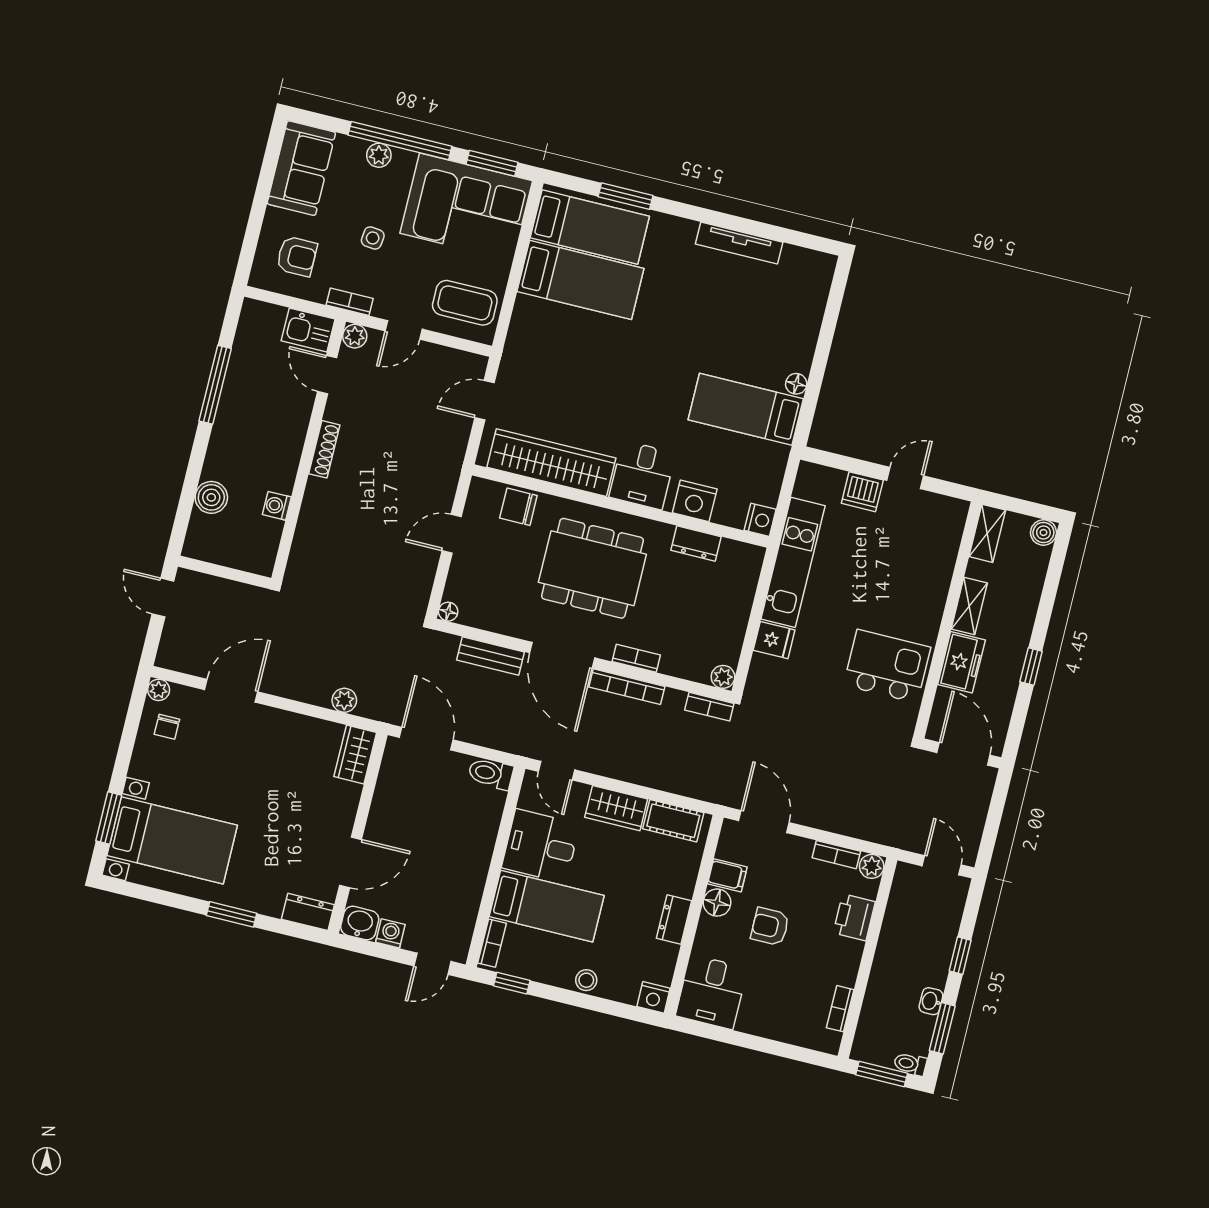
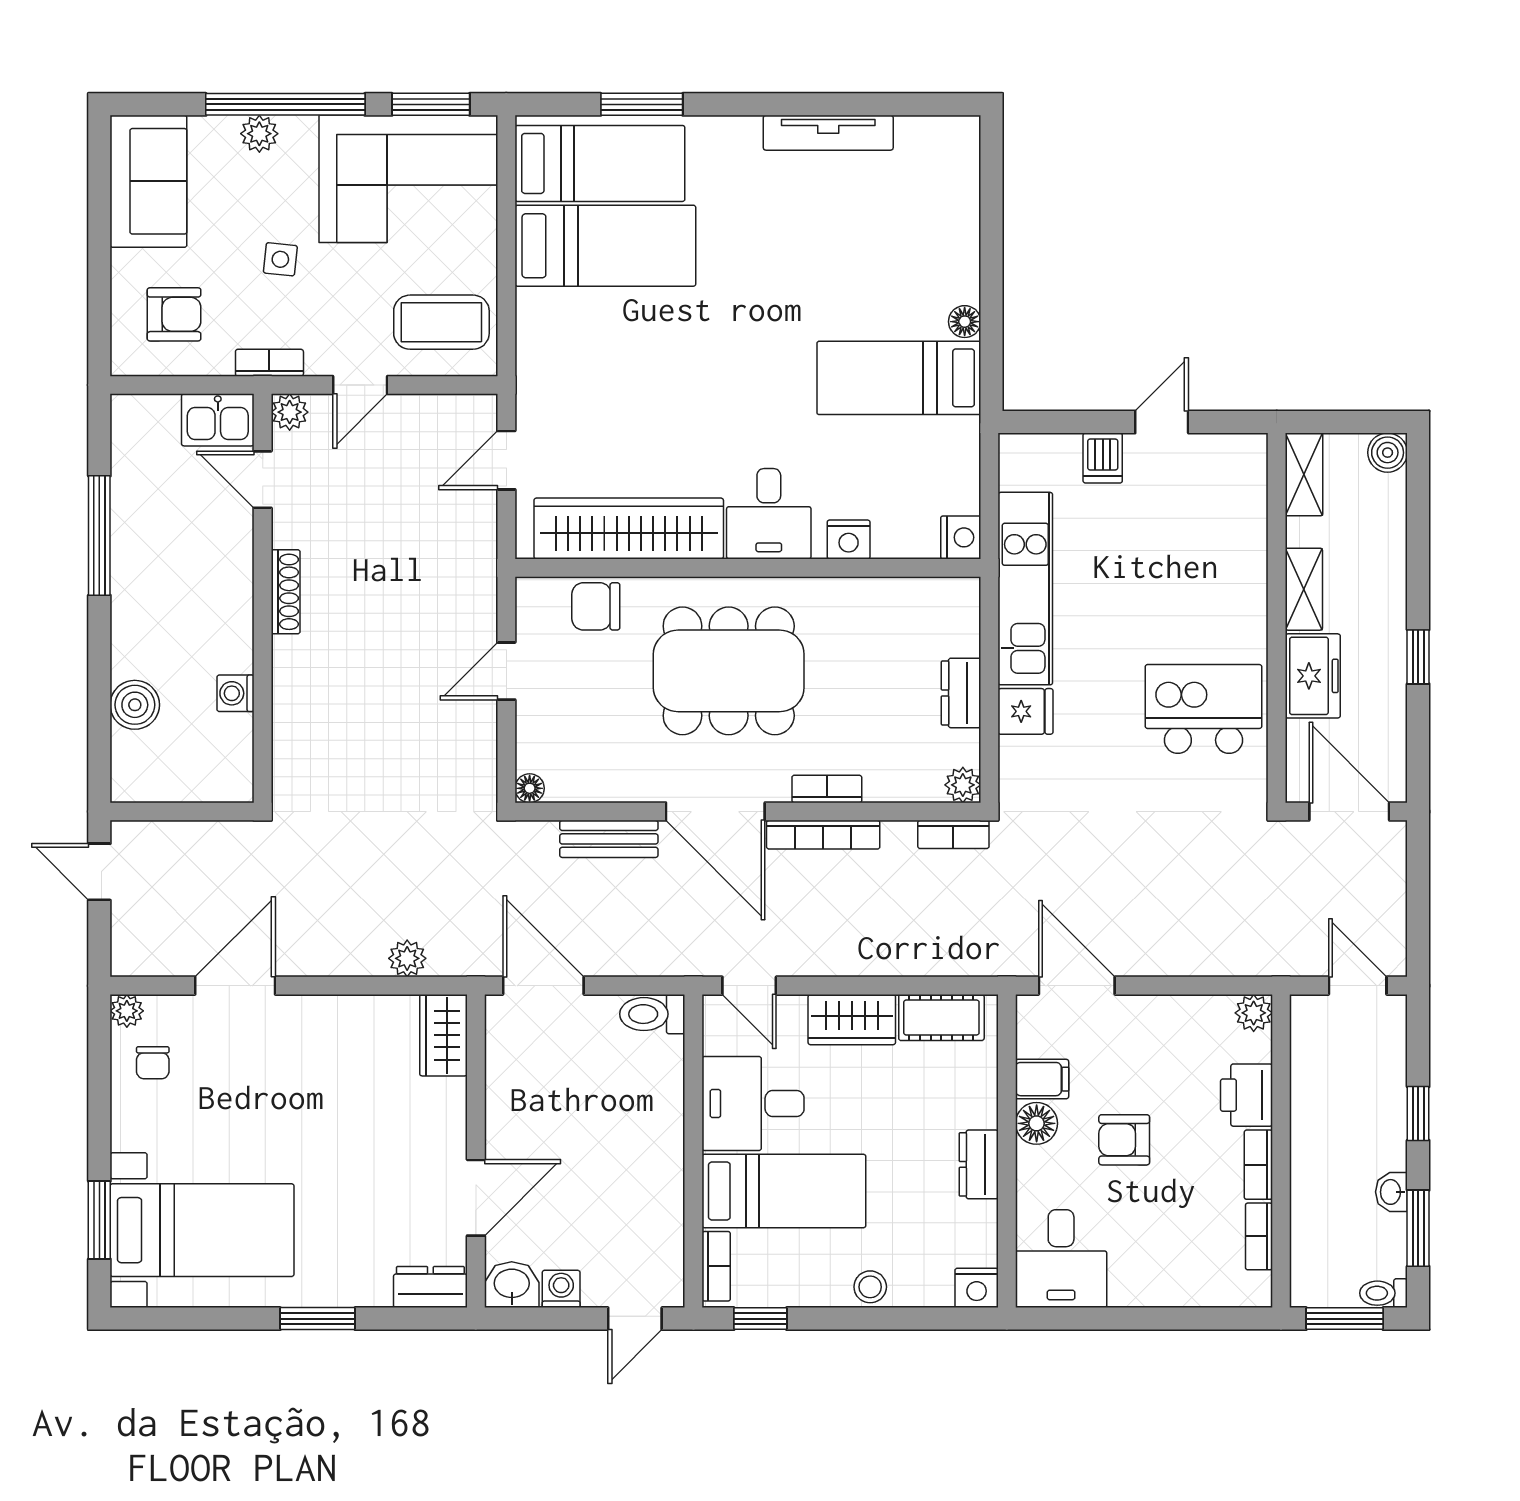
dishwasher: (862, 492) -> (1103, 458), width x0.73
nightstand: (695, 501) -> (849, 540), width x0.74, depth x0.75
dresser: (696, 544) -> (961, 693), moved, turned 90
bookcase: (836, 855) -> (1258, 1165), moved, turned 90

